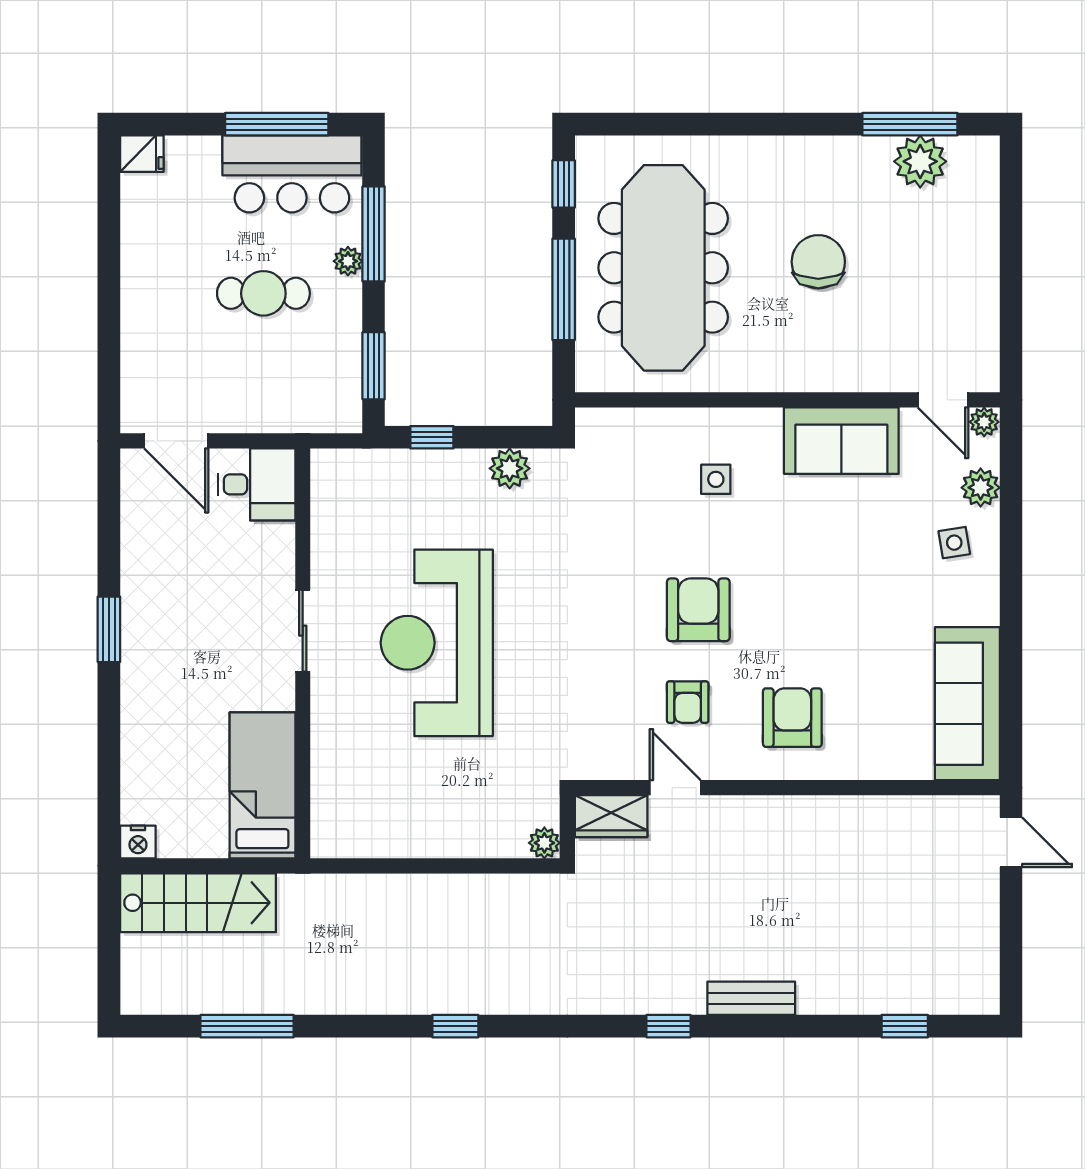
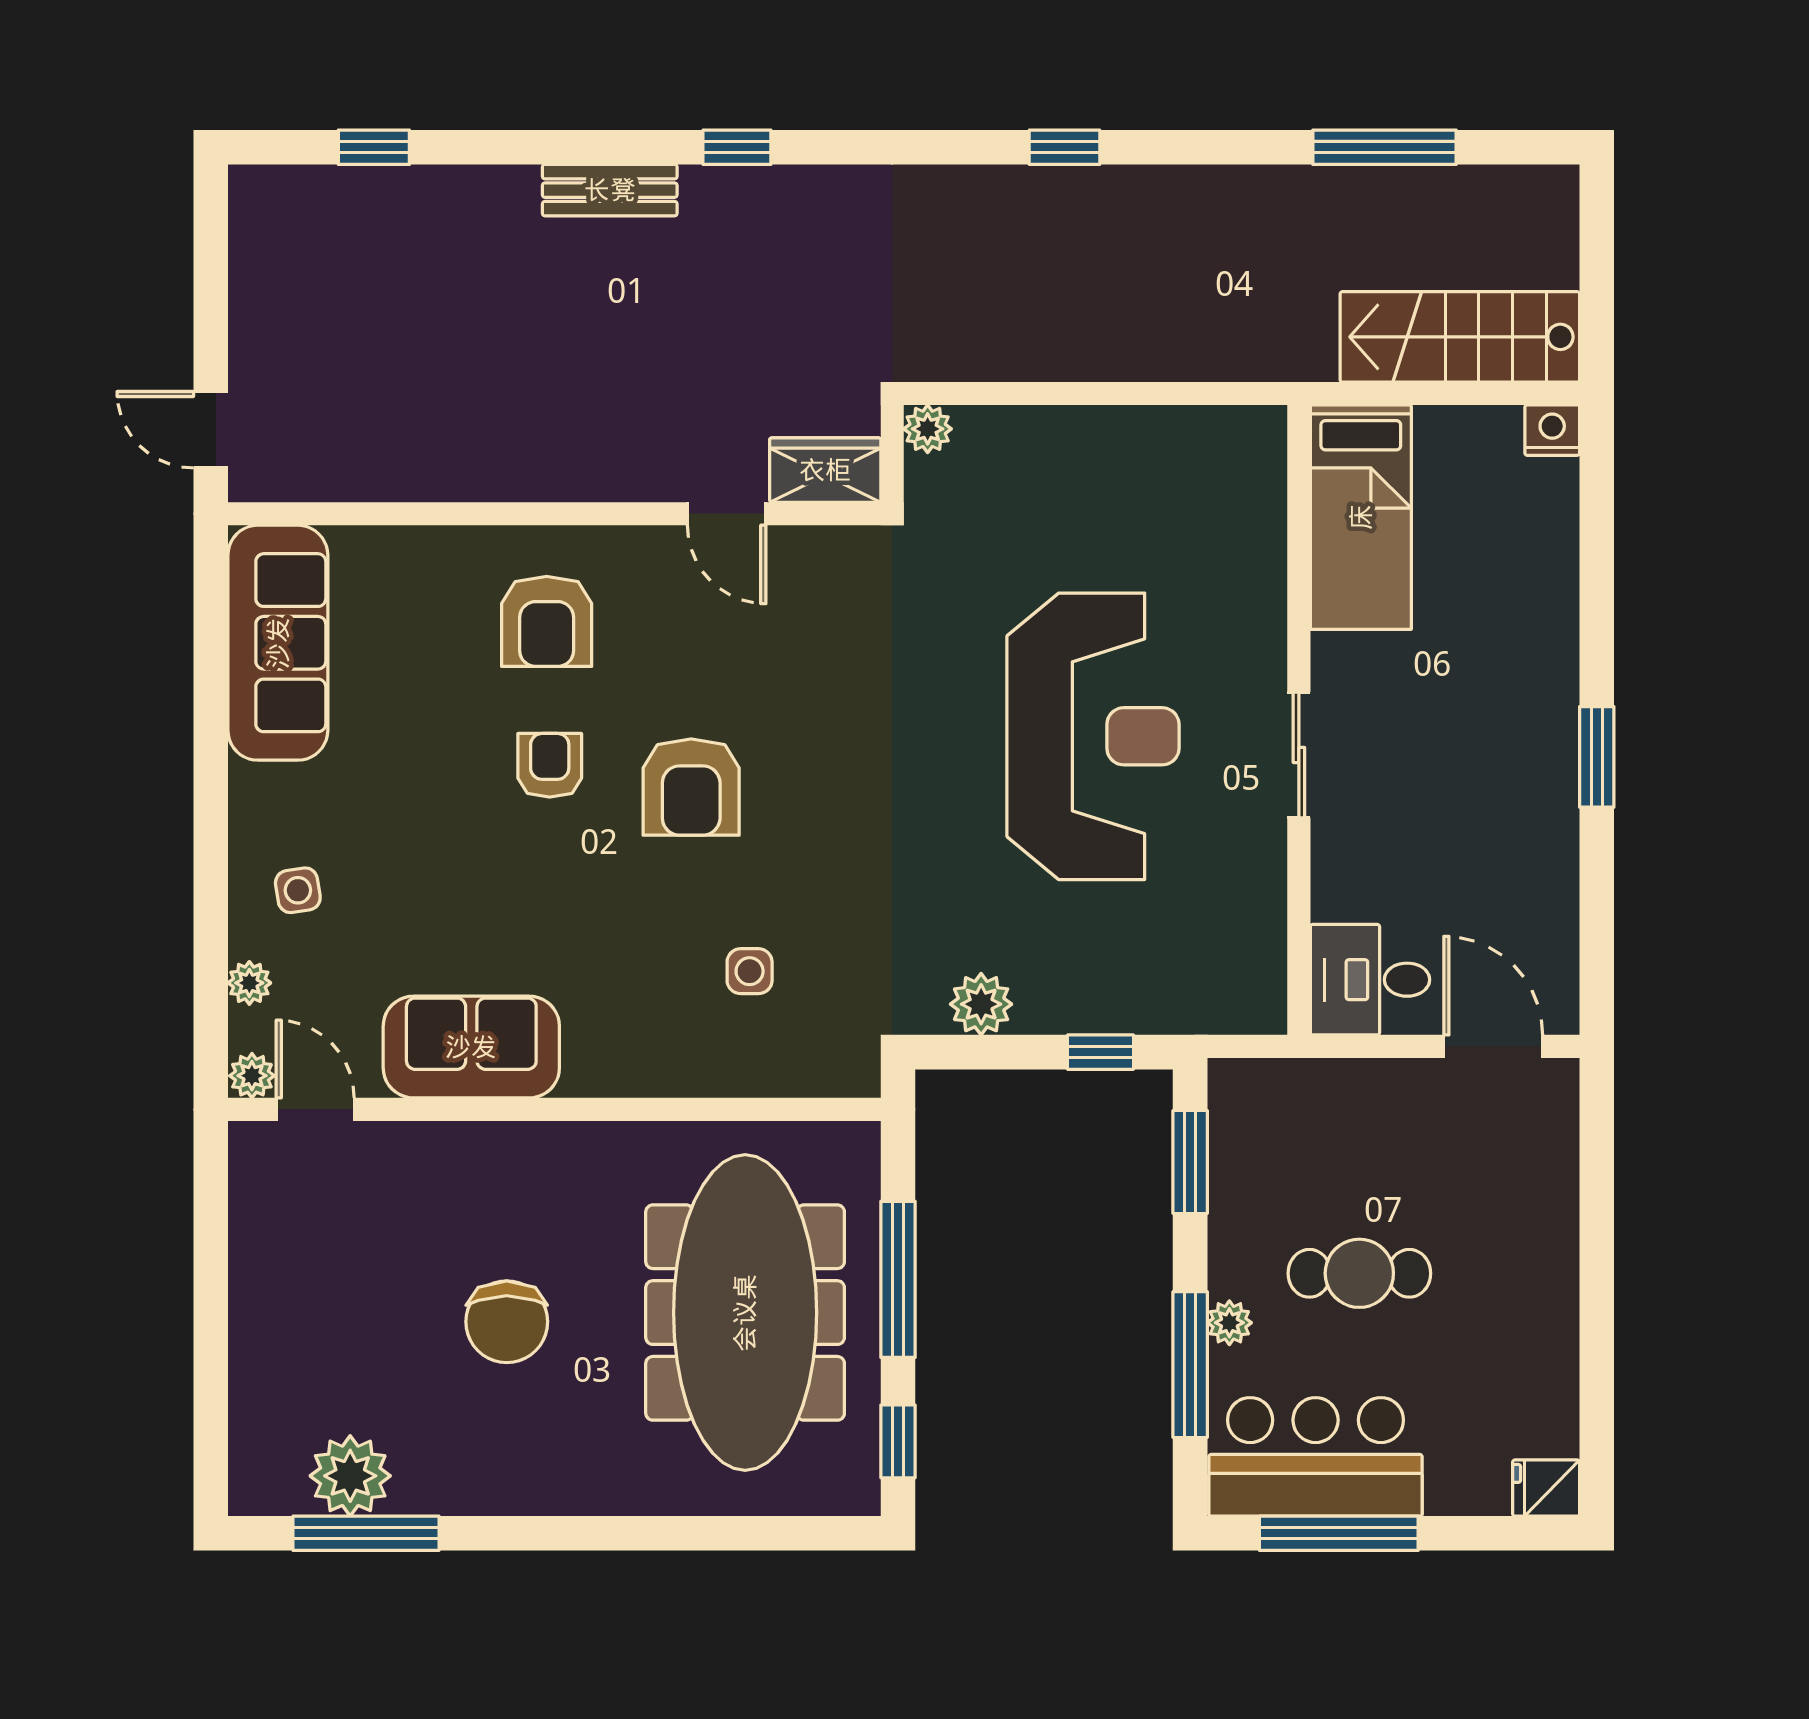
side table: (716, 479) -> (750, 971), moved
plant: (981, 488) -> (249, 983), width x0.73, depth x0.73
armchair: (688, 702) -> (550, 765), moved

